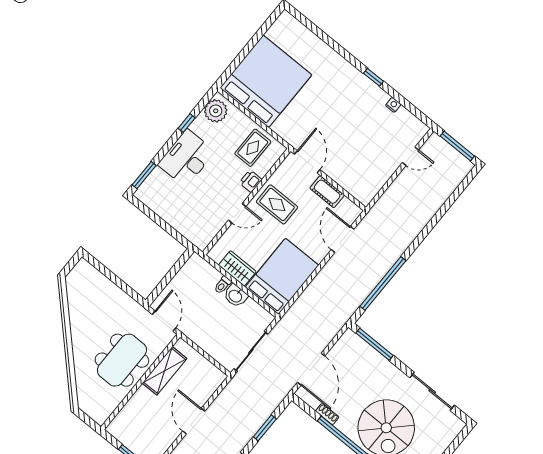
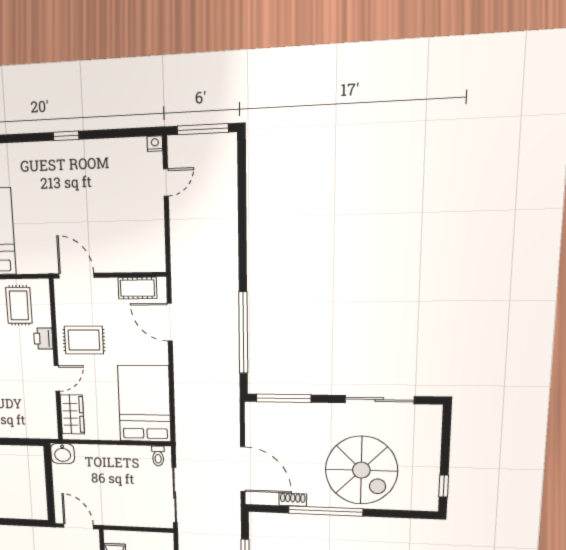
nightstand: (393, 105) -> (155, 144), moved
cot: (327, 192) -> (137, 288), moved
wardrobe: (237, 268) -> (72, 414), moved, turned 90
toilet: (223, 285) -> (158, 456), moved
washbasin: (236, 296) -> (63, 454), moved

